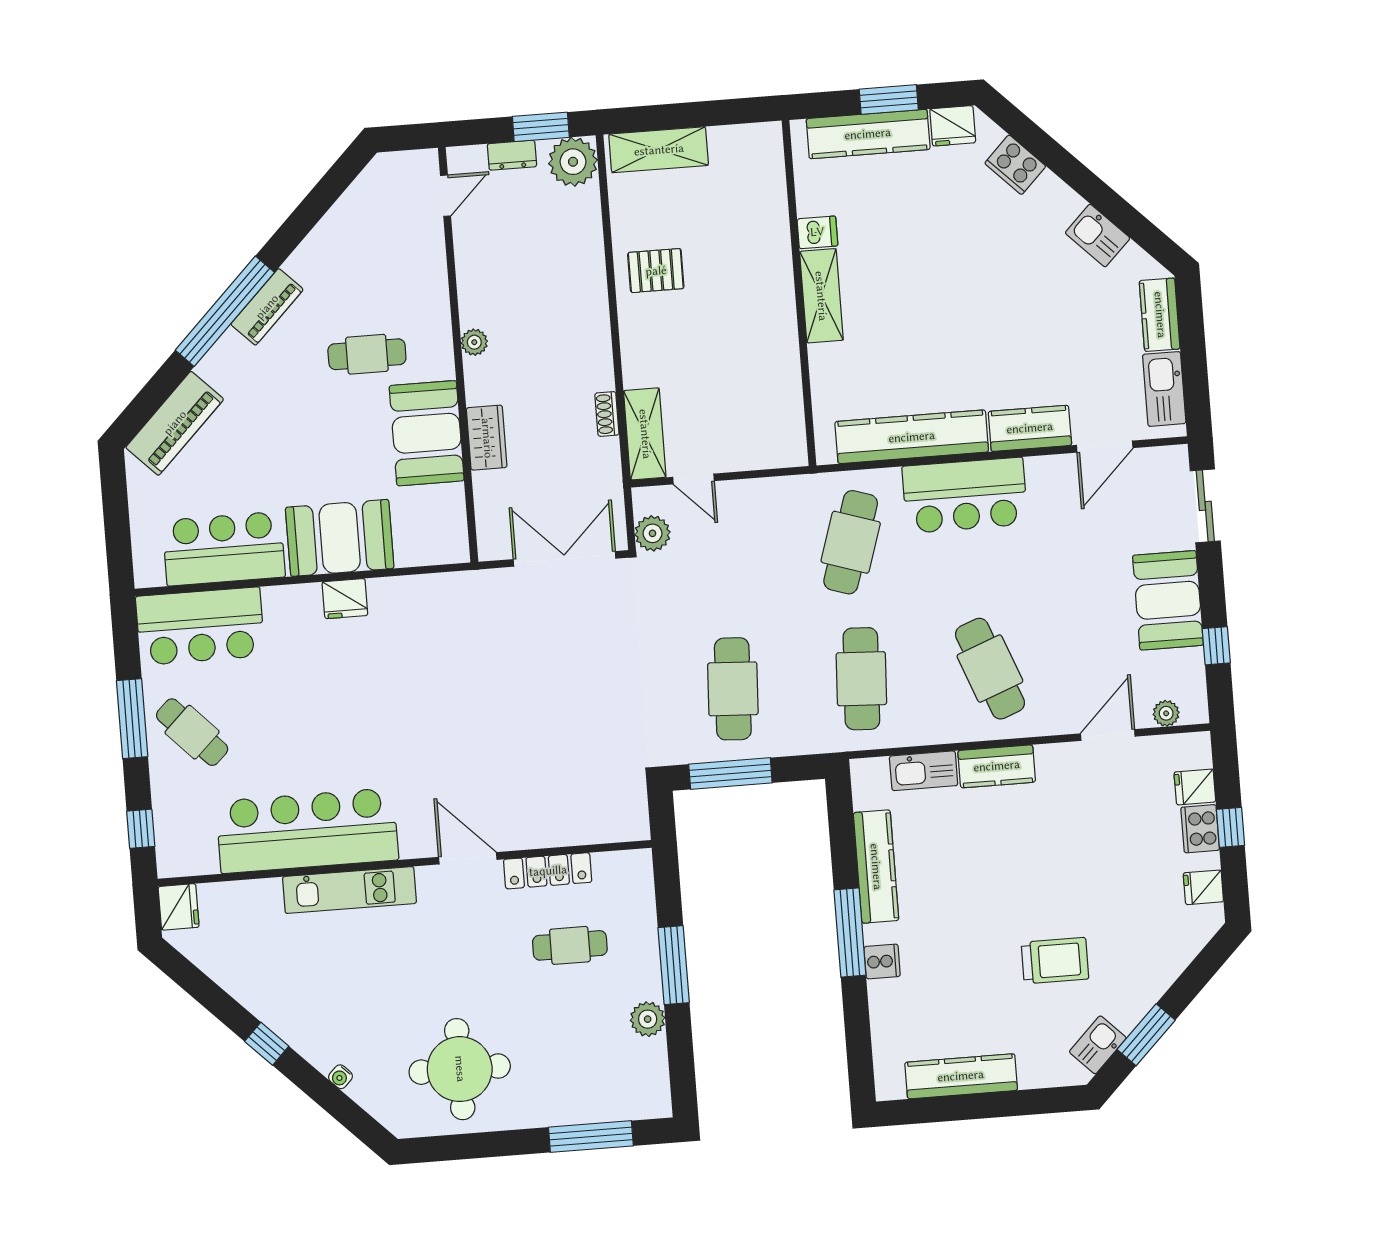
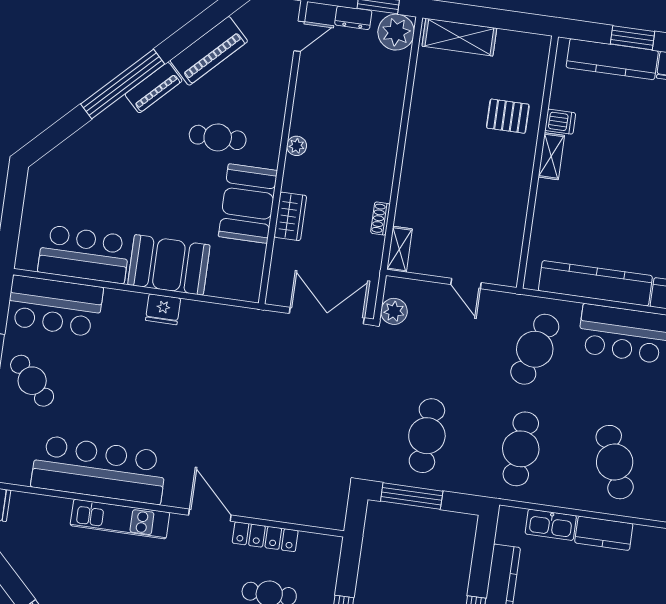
pallet: (656, 271) -> (508, 116), moved
shelving: (821, 296) -> (551, 156), width x0.67, depth x0.75
piano: (175, 423) -> (209, 51), moved
shelving: (645, 434) -> (399, 249), width x0.67, depth x0.75
door: (694, 479) -> (466, 284), moved

